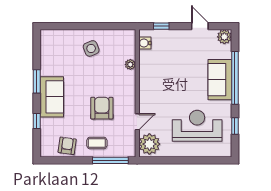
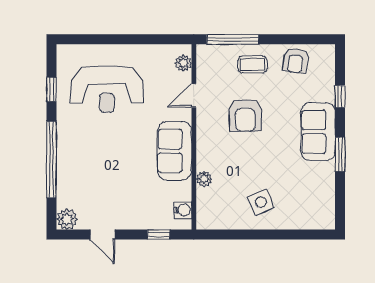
sofa: (220, 80) -> (174, 151), moved, turned 180
plant: (149, 144) -> (183, 63), width x0.53, depth x0.53

